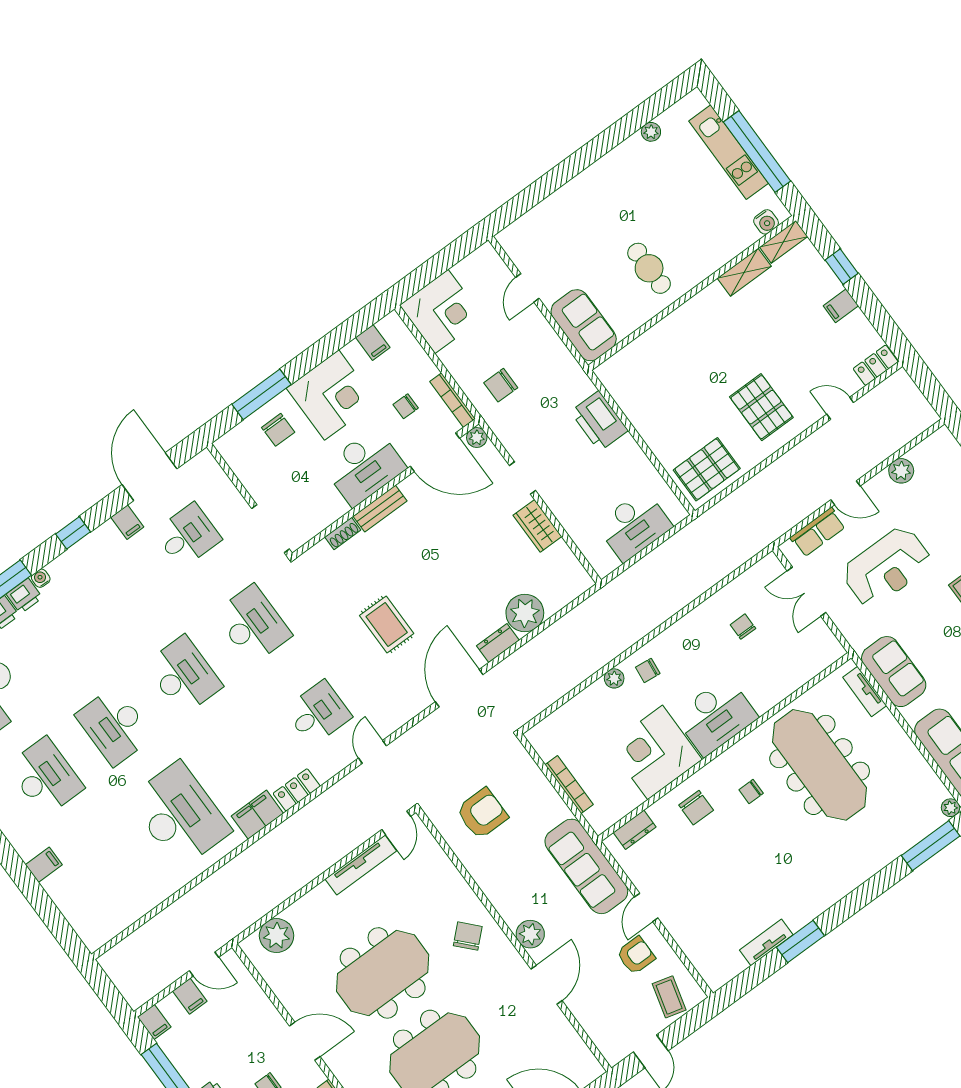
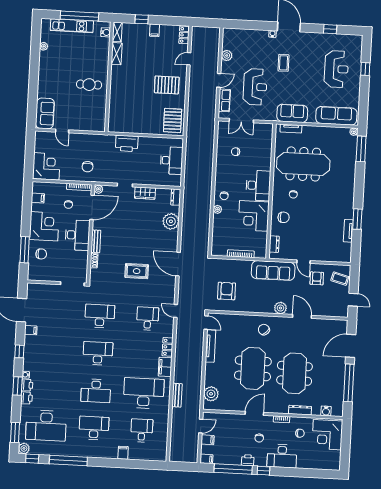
sofa: (584, 325) -> (45, 113), moved, turned 90
desk: (188, 536) -> (142, 431), moved
dresser: (498, 643) -> (176, 197), moved
bench: (225, 877) -> (177, 395), added

